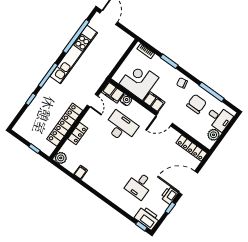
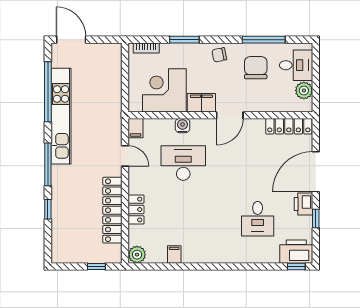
filing cabinet: (113, 93) -> (136, 128), width x0.50
water cooler: (126, 100) -> (183, 126), moved

